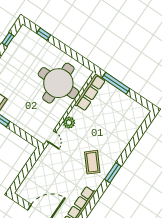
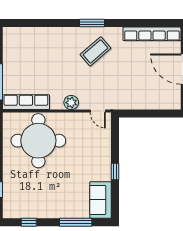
door: (51, 137) -> (98, 111), swing flipped

